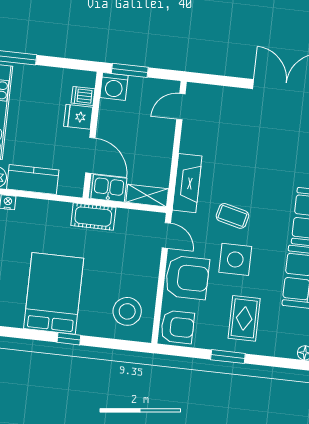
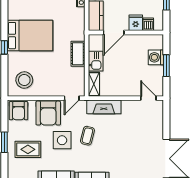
dishwasher: (83, 96) -> (148, 24), moved
fridge: (78, 117) -> (136, 23), moved
wall: (93, 135) -> (126, 33), moved
door: (90, 155) -> (114, 33), moved

